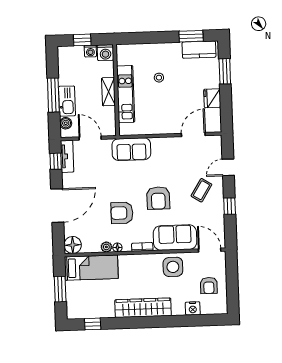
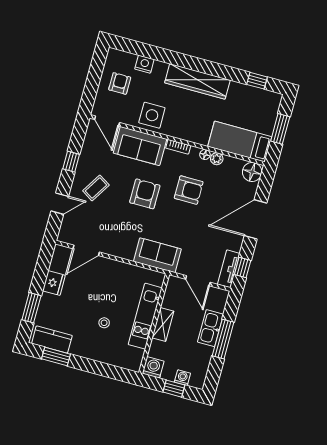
washing machine: (90, 51) -> (182, 378), moved
boiler: (66, 123) -> (219, 305), removed

